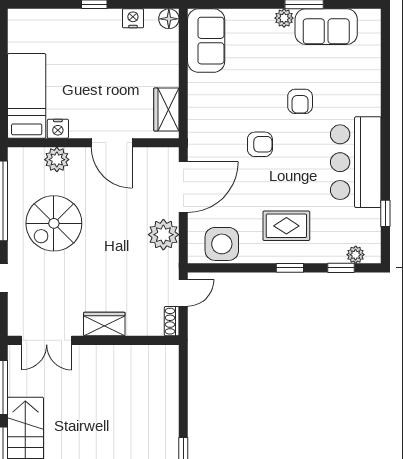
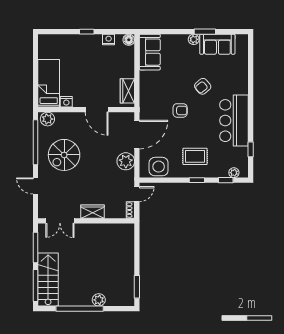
armchair: (300, 101) -> (203, 86), turned 50
plant: (57, 160) -> (47, 119), moved

